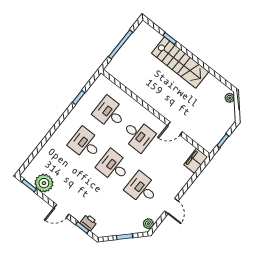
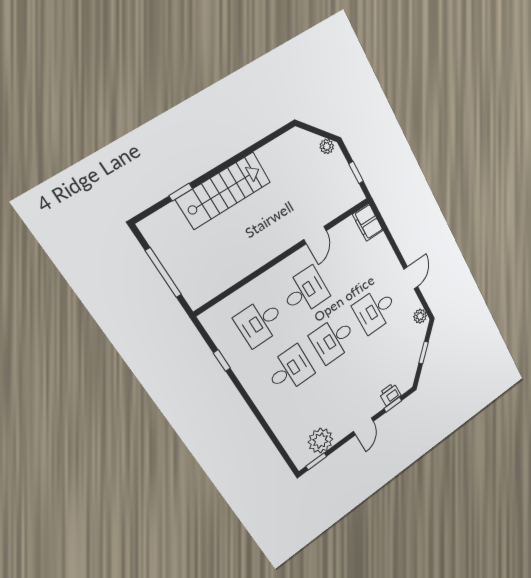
plant: (230, 98) -> (327, 146), moved
desk: (85, 144) -> (290, 370), turned 180
door: (171, 206) -> (411, 278), hinge flipped

